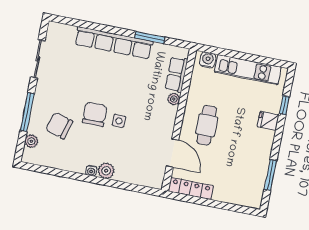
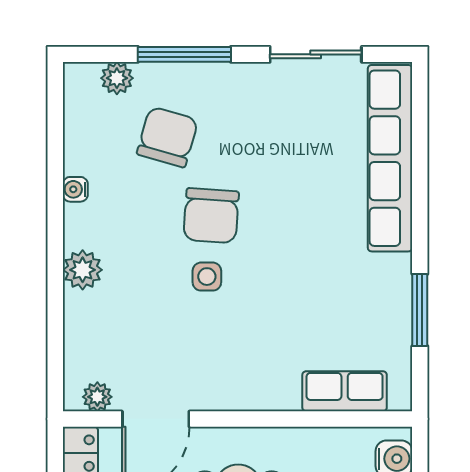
row of seats: (114, 43) -> (390, 158), moved
plant: (174, 99) -> (97, 397), moved
chair: (95, 114) -> (211, 216), turned 94
water cooler: (91, 171) -> (75, 189), moved

